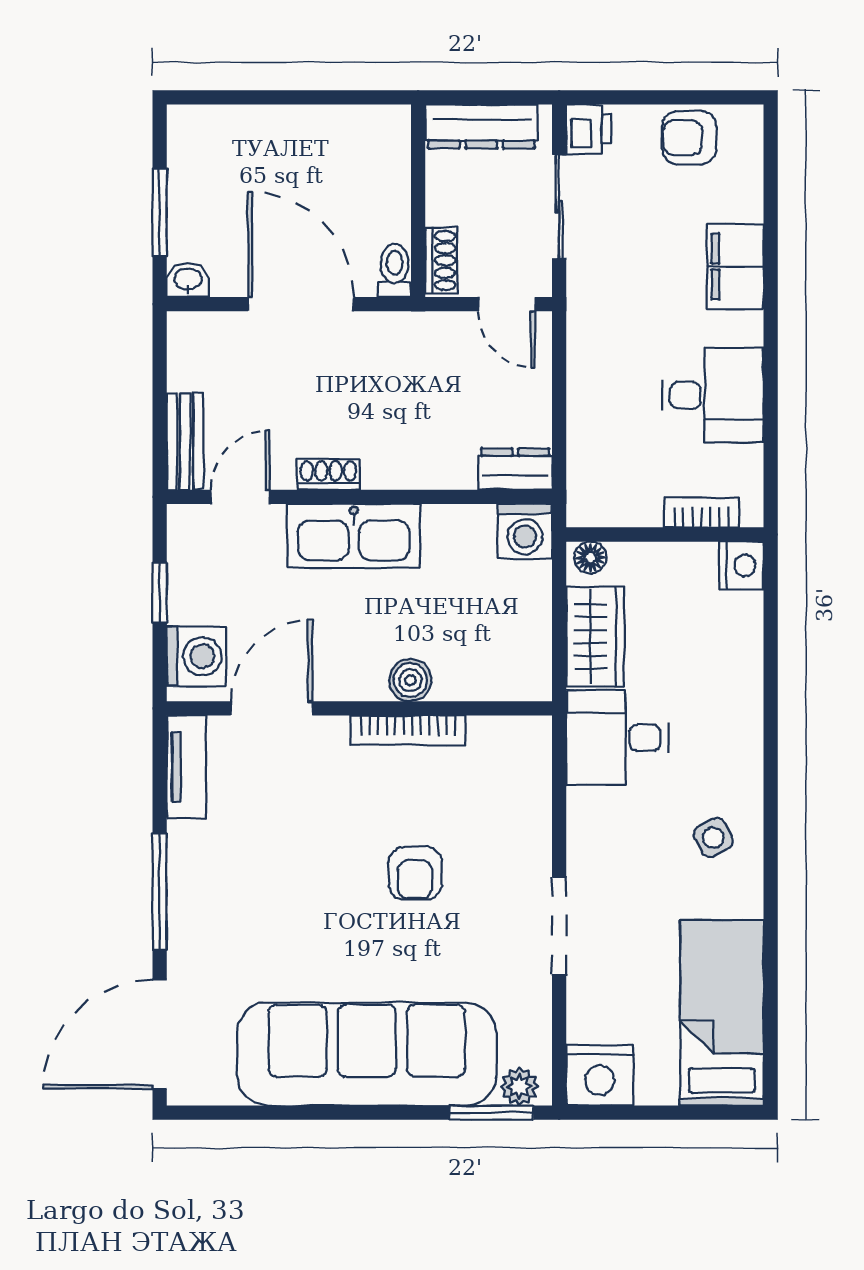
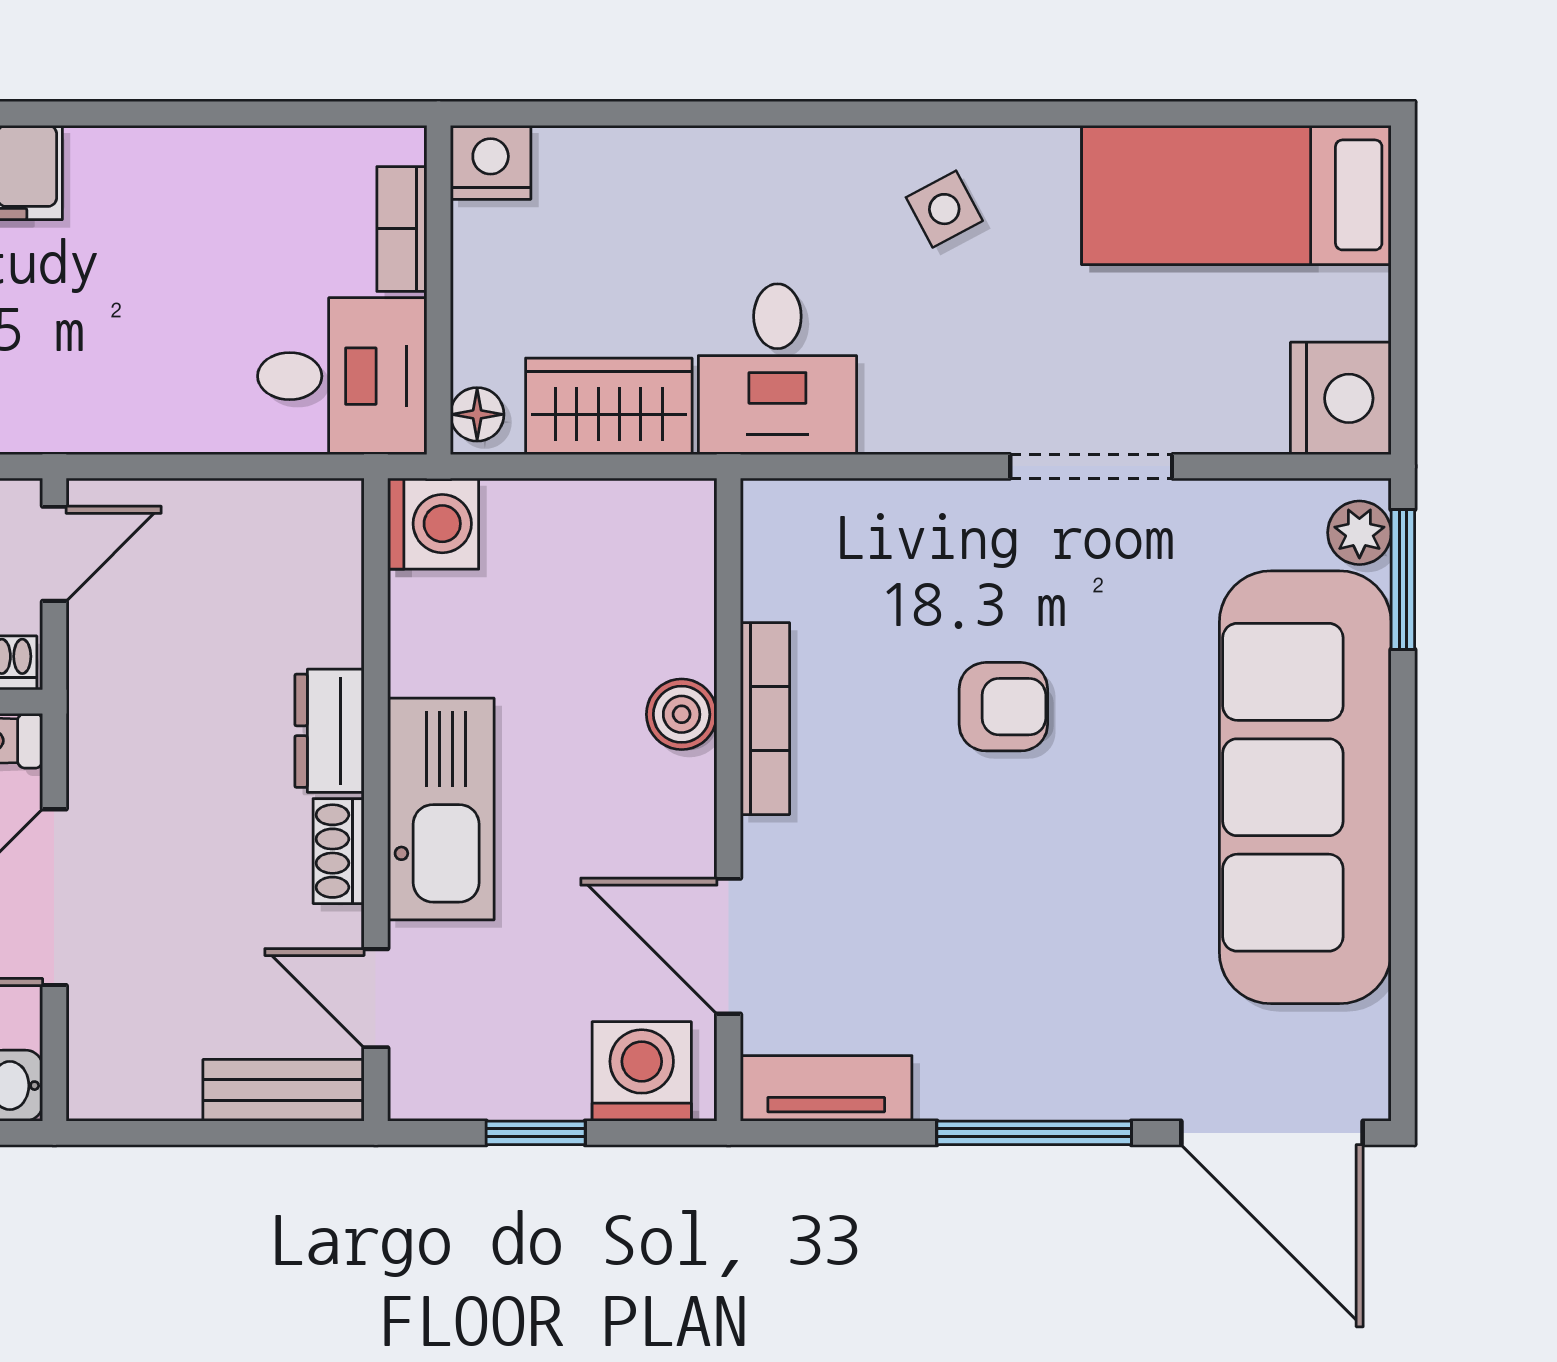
desk: (713, 395) -> (342, 376), moved, turned 90
dresser: (515, 469) -> (329, 731), moved

